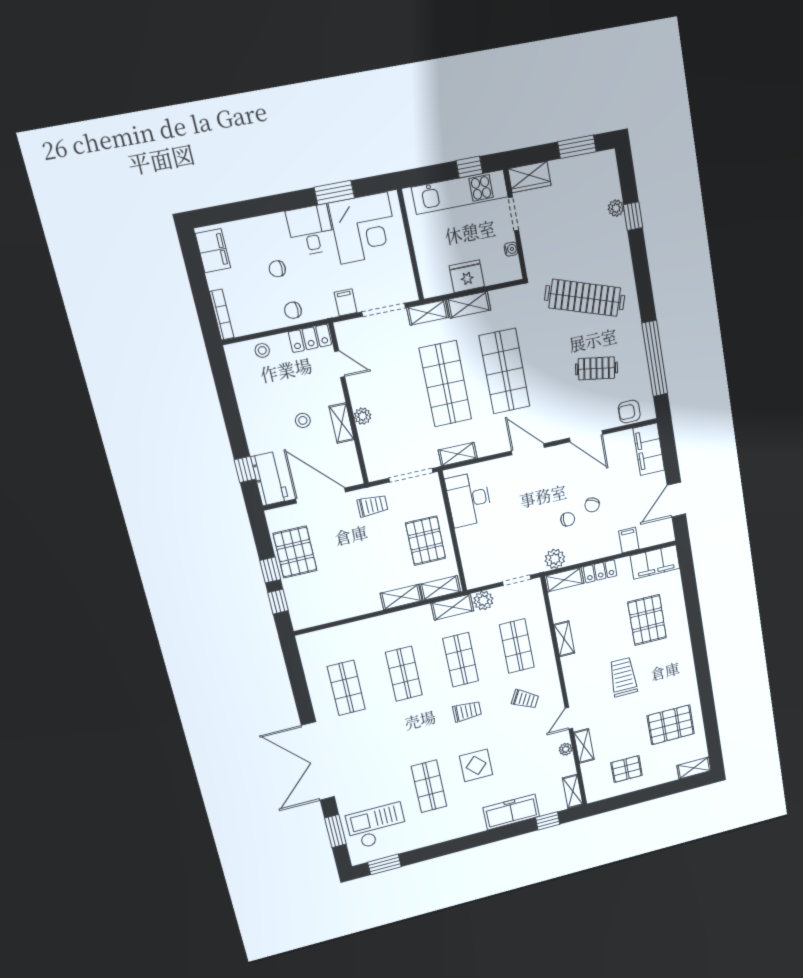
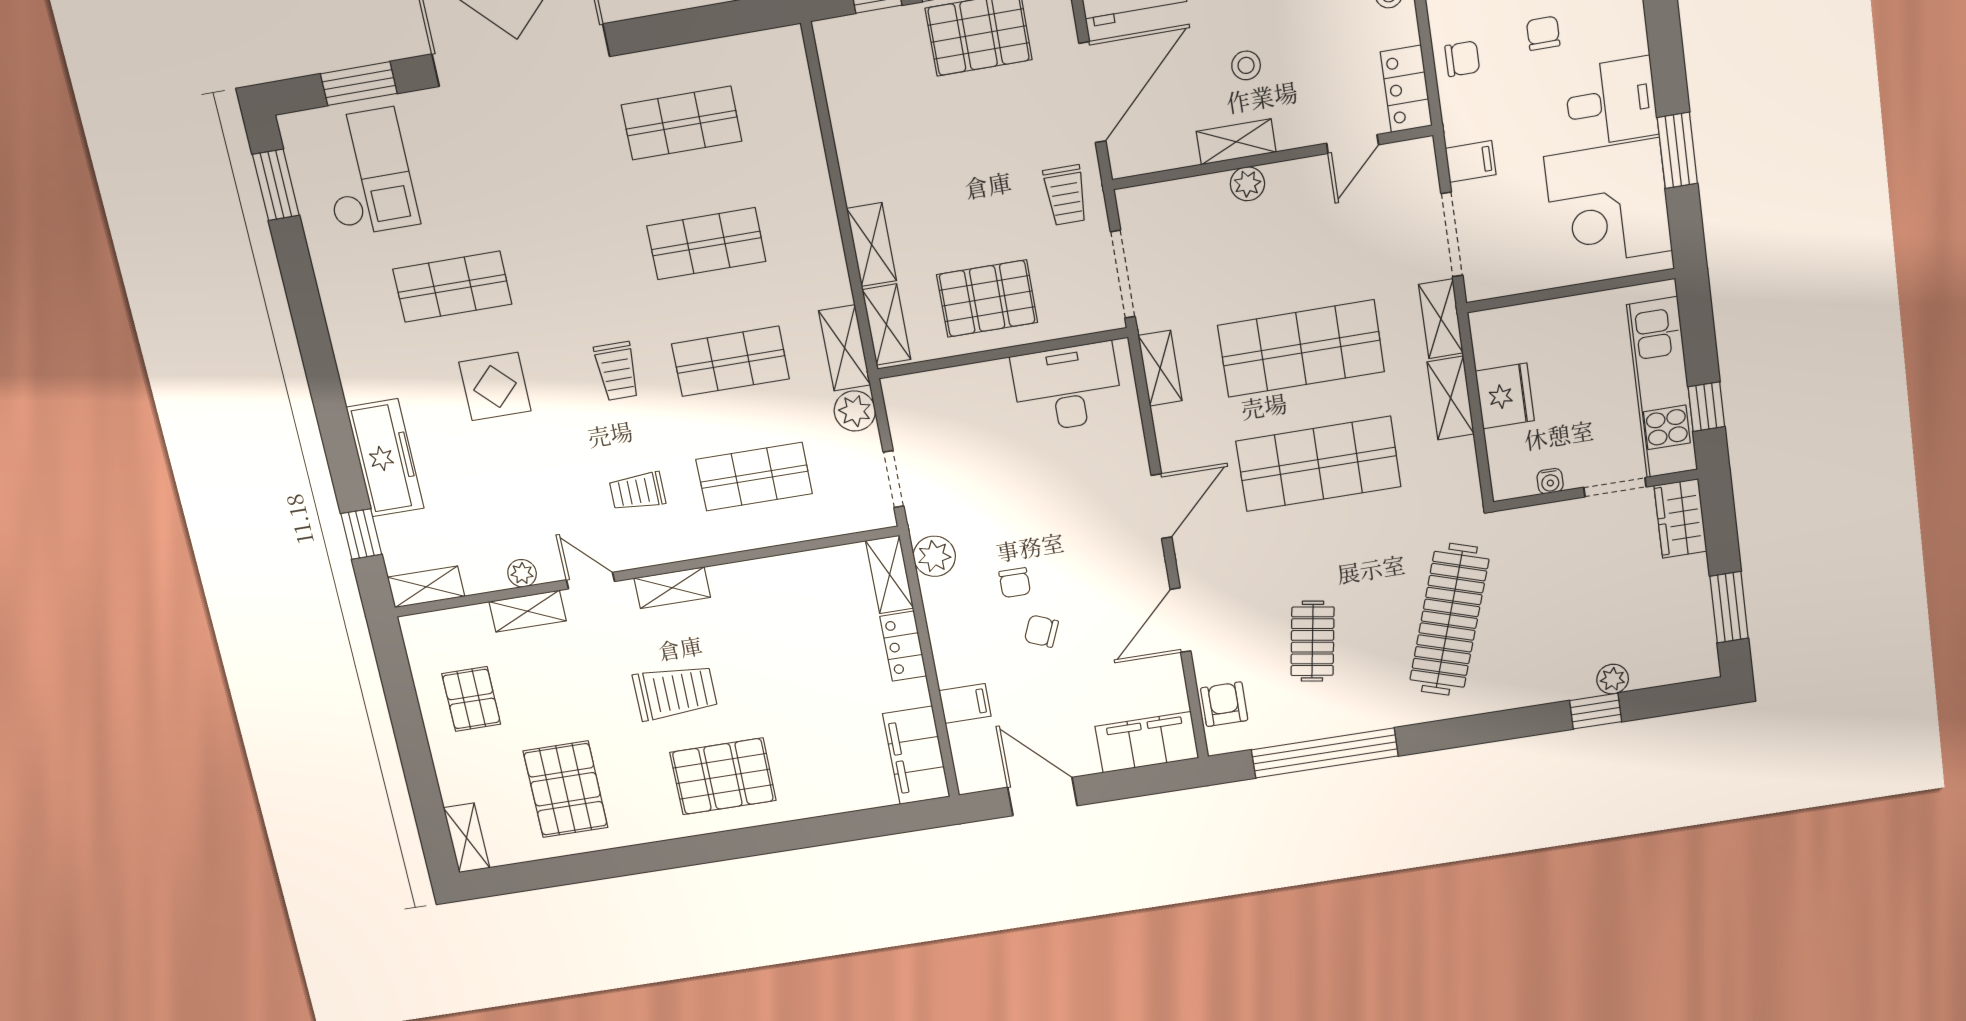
chair: (293, 310) -> (1462, 59), turned 90
pallet: (647, 620) -> (723, 776), moved
shelving: (564, 639) -> (672, 588), moved
trolley: (525, 699) -> (637, 491), turned 62

